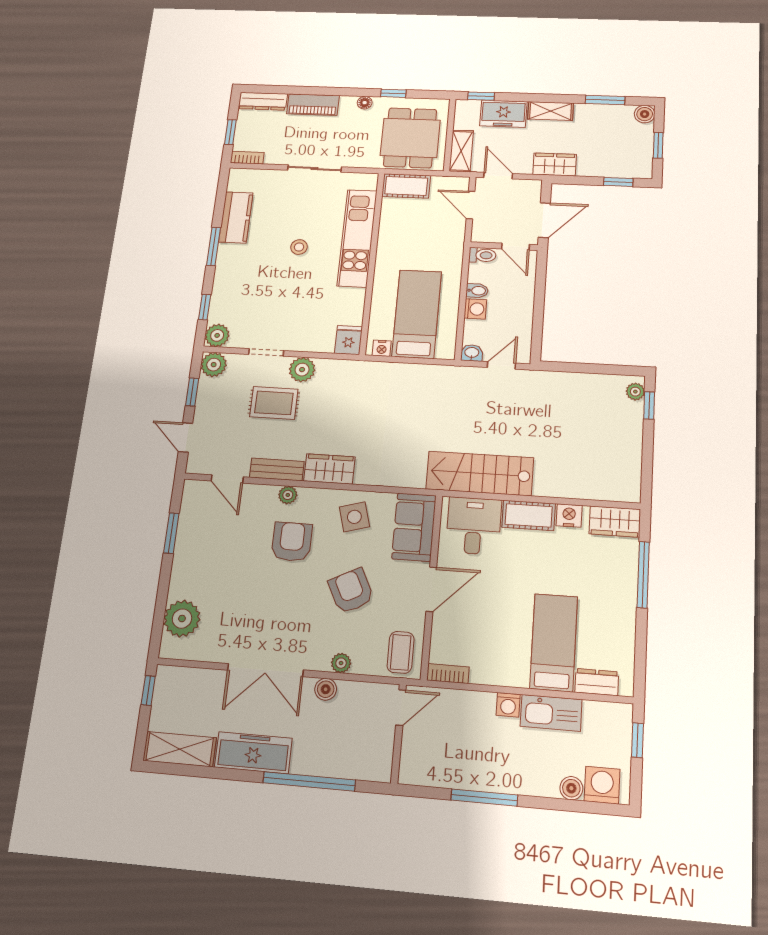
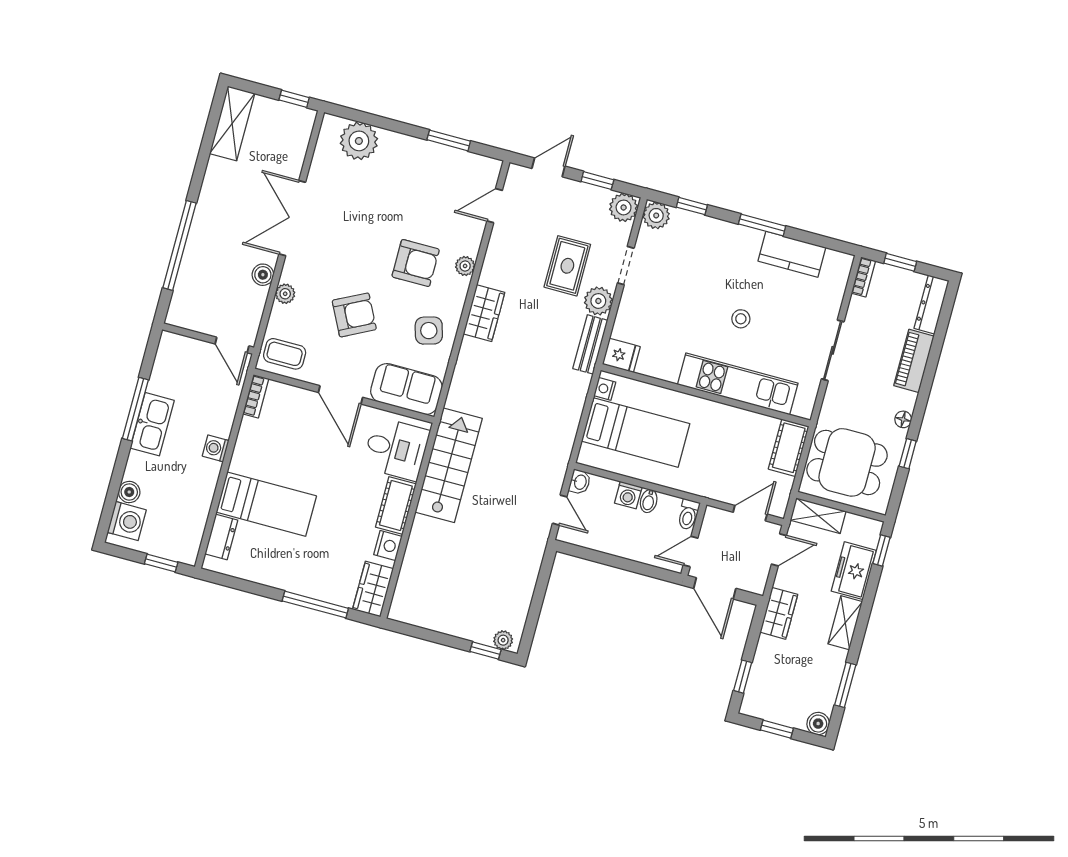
bench: (277, 469) -> (590, 344), moved
kitchen sink: (551, 713) -> (152, 424), moved, turned 180
freezer: (253, 753) -> (216, 195), removed

